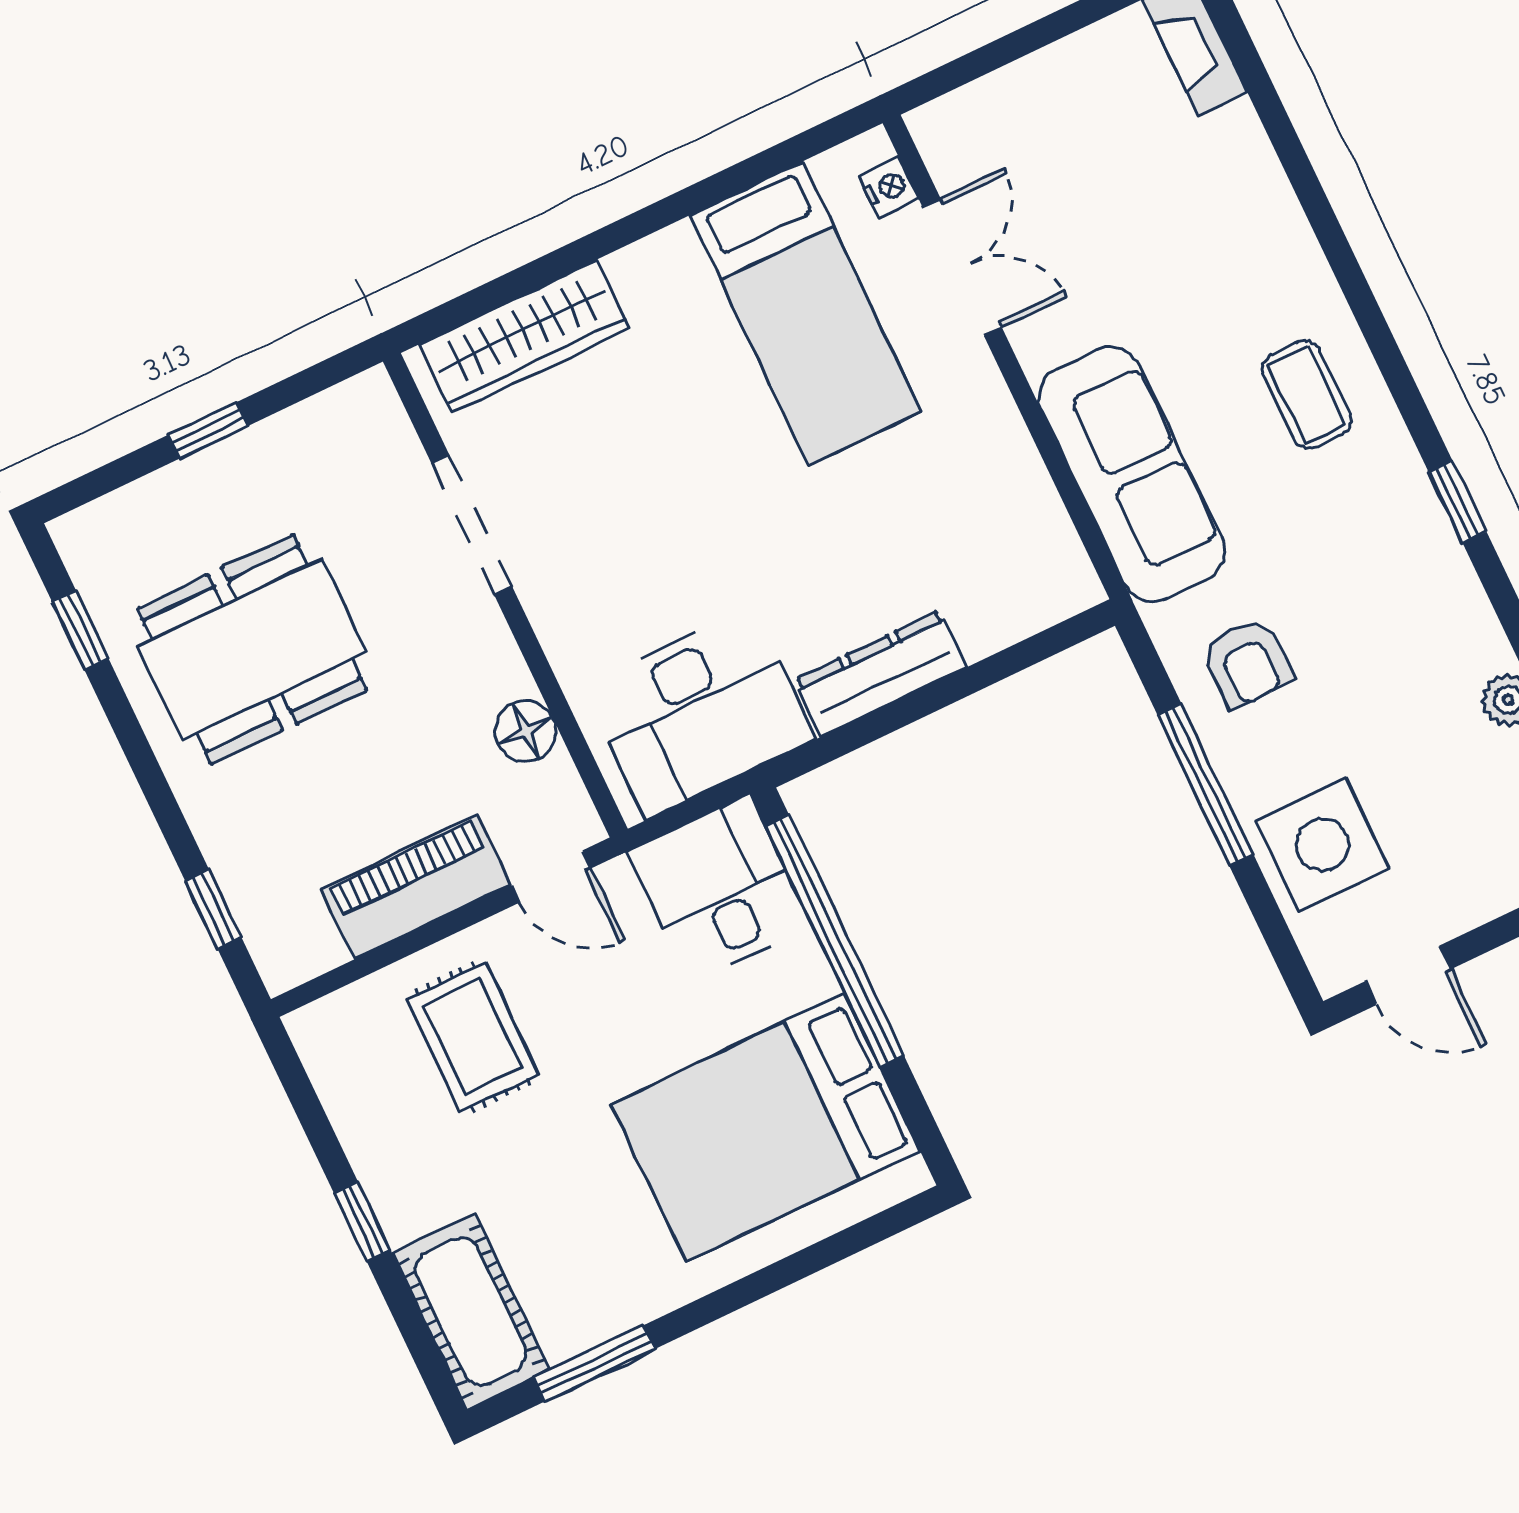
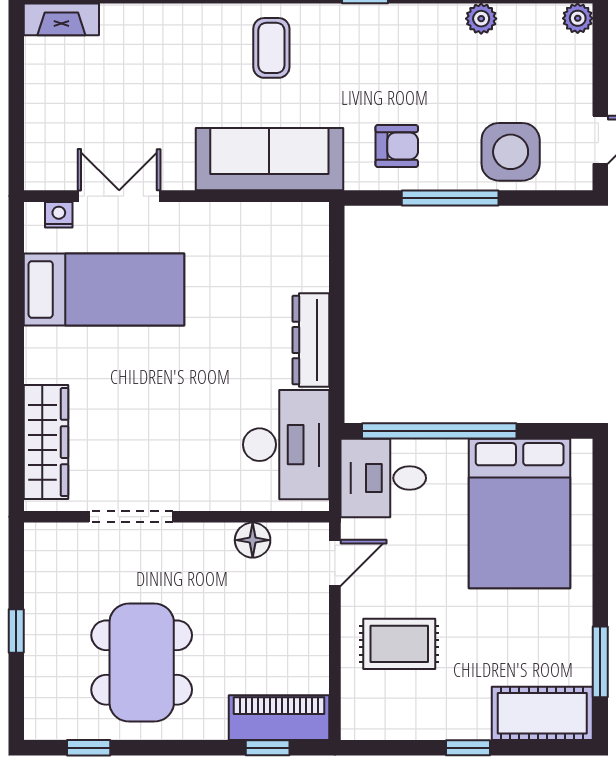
coffee table: (1307, 395) -> (271, 48), turned 90
piano: (416, 887) -> (279, 718), moved, turned 90

